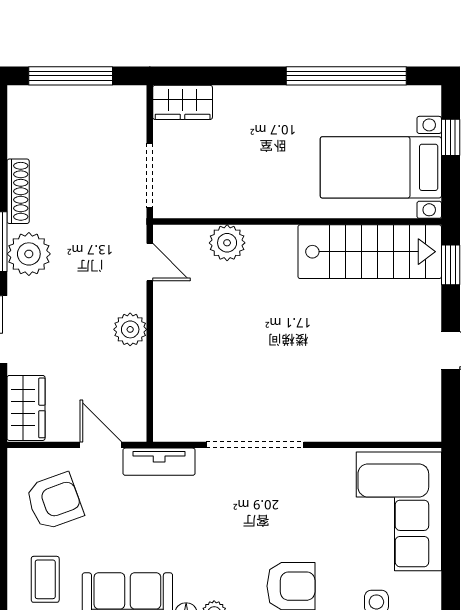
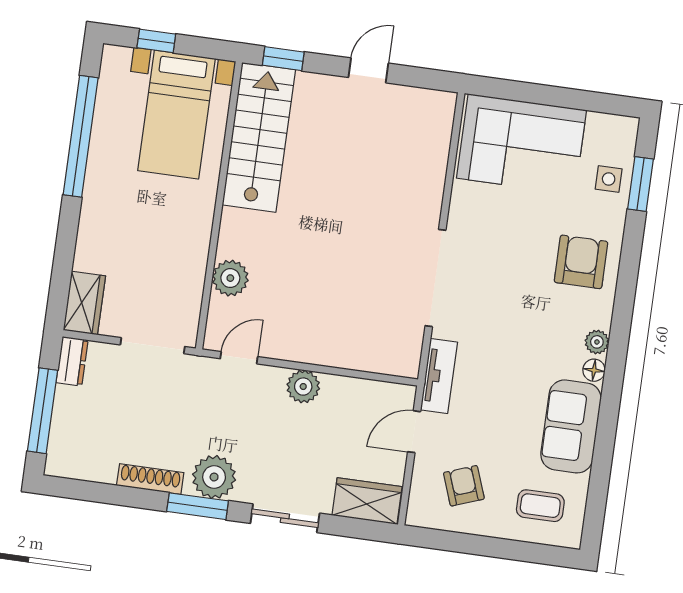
dresser: (123, 98) -> (72, 361), added
armchair: (54, 501) -> (464, 486), width x0.72, depth x0.72

